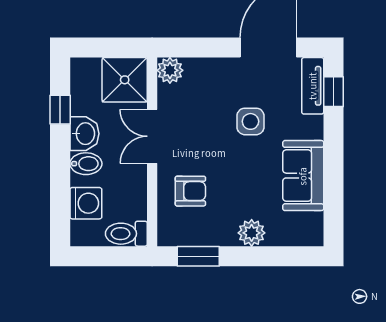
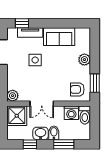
tv unit: (313, 86) -> (30, 32), moved
window: (60, 186) -> (64, 144), added
armchair: (190, 191) -> (77, 89), moved, turned -90
washing machine: (86, 203) -> (71, 113), moved, turned 180

